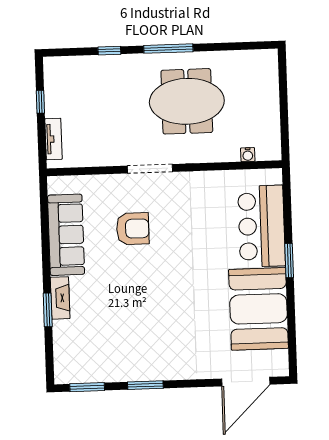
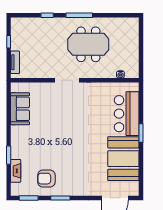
armchair: (133, 229) -> (46, 179), moved, turned 180
sofa: (66, 235) -> (20, 109), width x0.73
fireplace: (60, 298) -> (16, 171), moved

